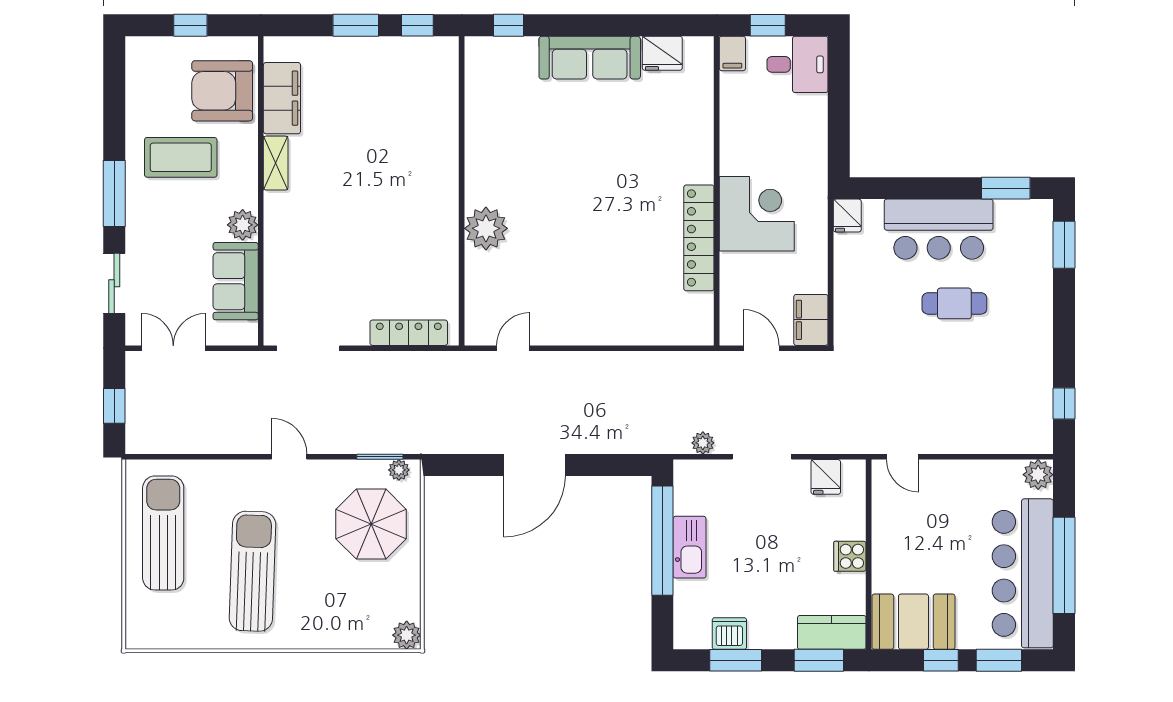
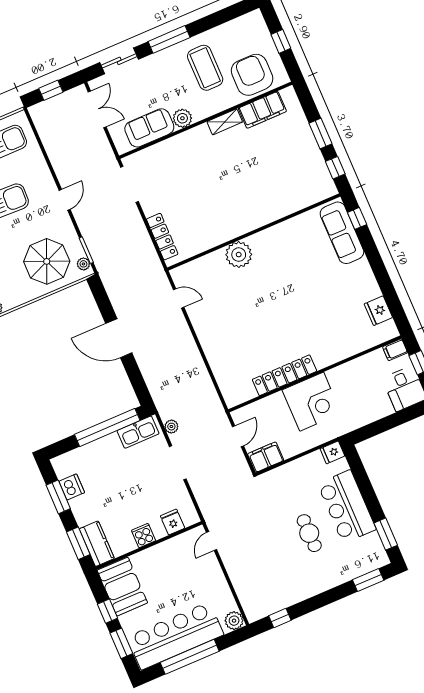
sofa: (590, 58) -> (342, 233), moved
fridge: (826, 477) -> (173, 522), moved, turned 90
kitchen sink: (690, 547) -> (138, 432), moved

